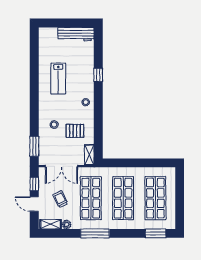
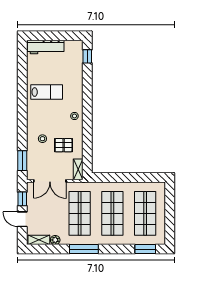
workbench: (76, 34) -> (46, 47), moved
window: (98, 75) -> (87, 56), moved
lab bench: (58, 79) -> (47, 92), turned -90
trolley: (60, 199) -> (49, 214), removed

